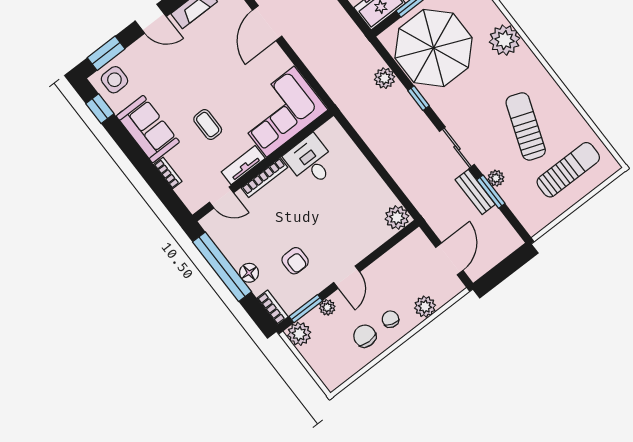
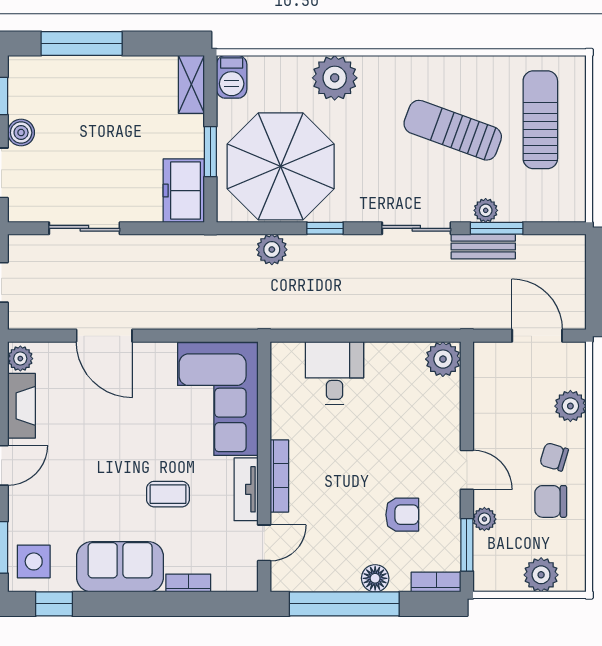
desk: (311, 161) -> (334, 373), moved, turned 90
plant: (299, 334) -> (541, 575), moved

